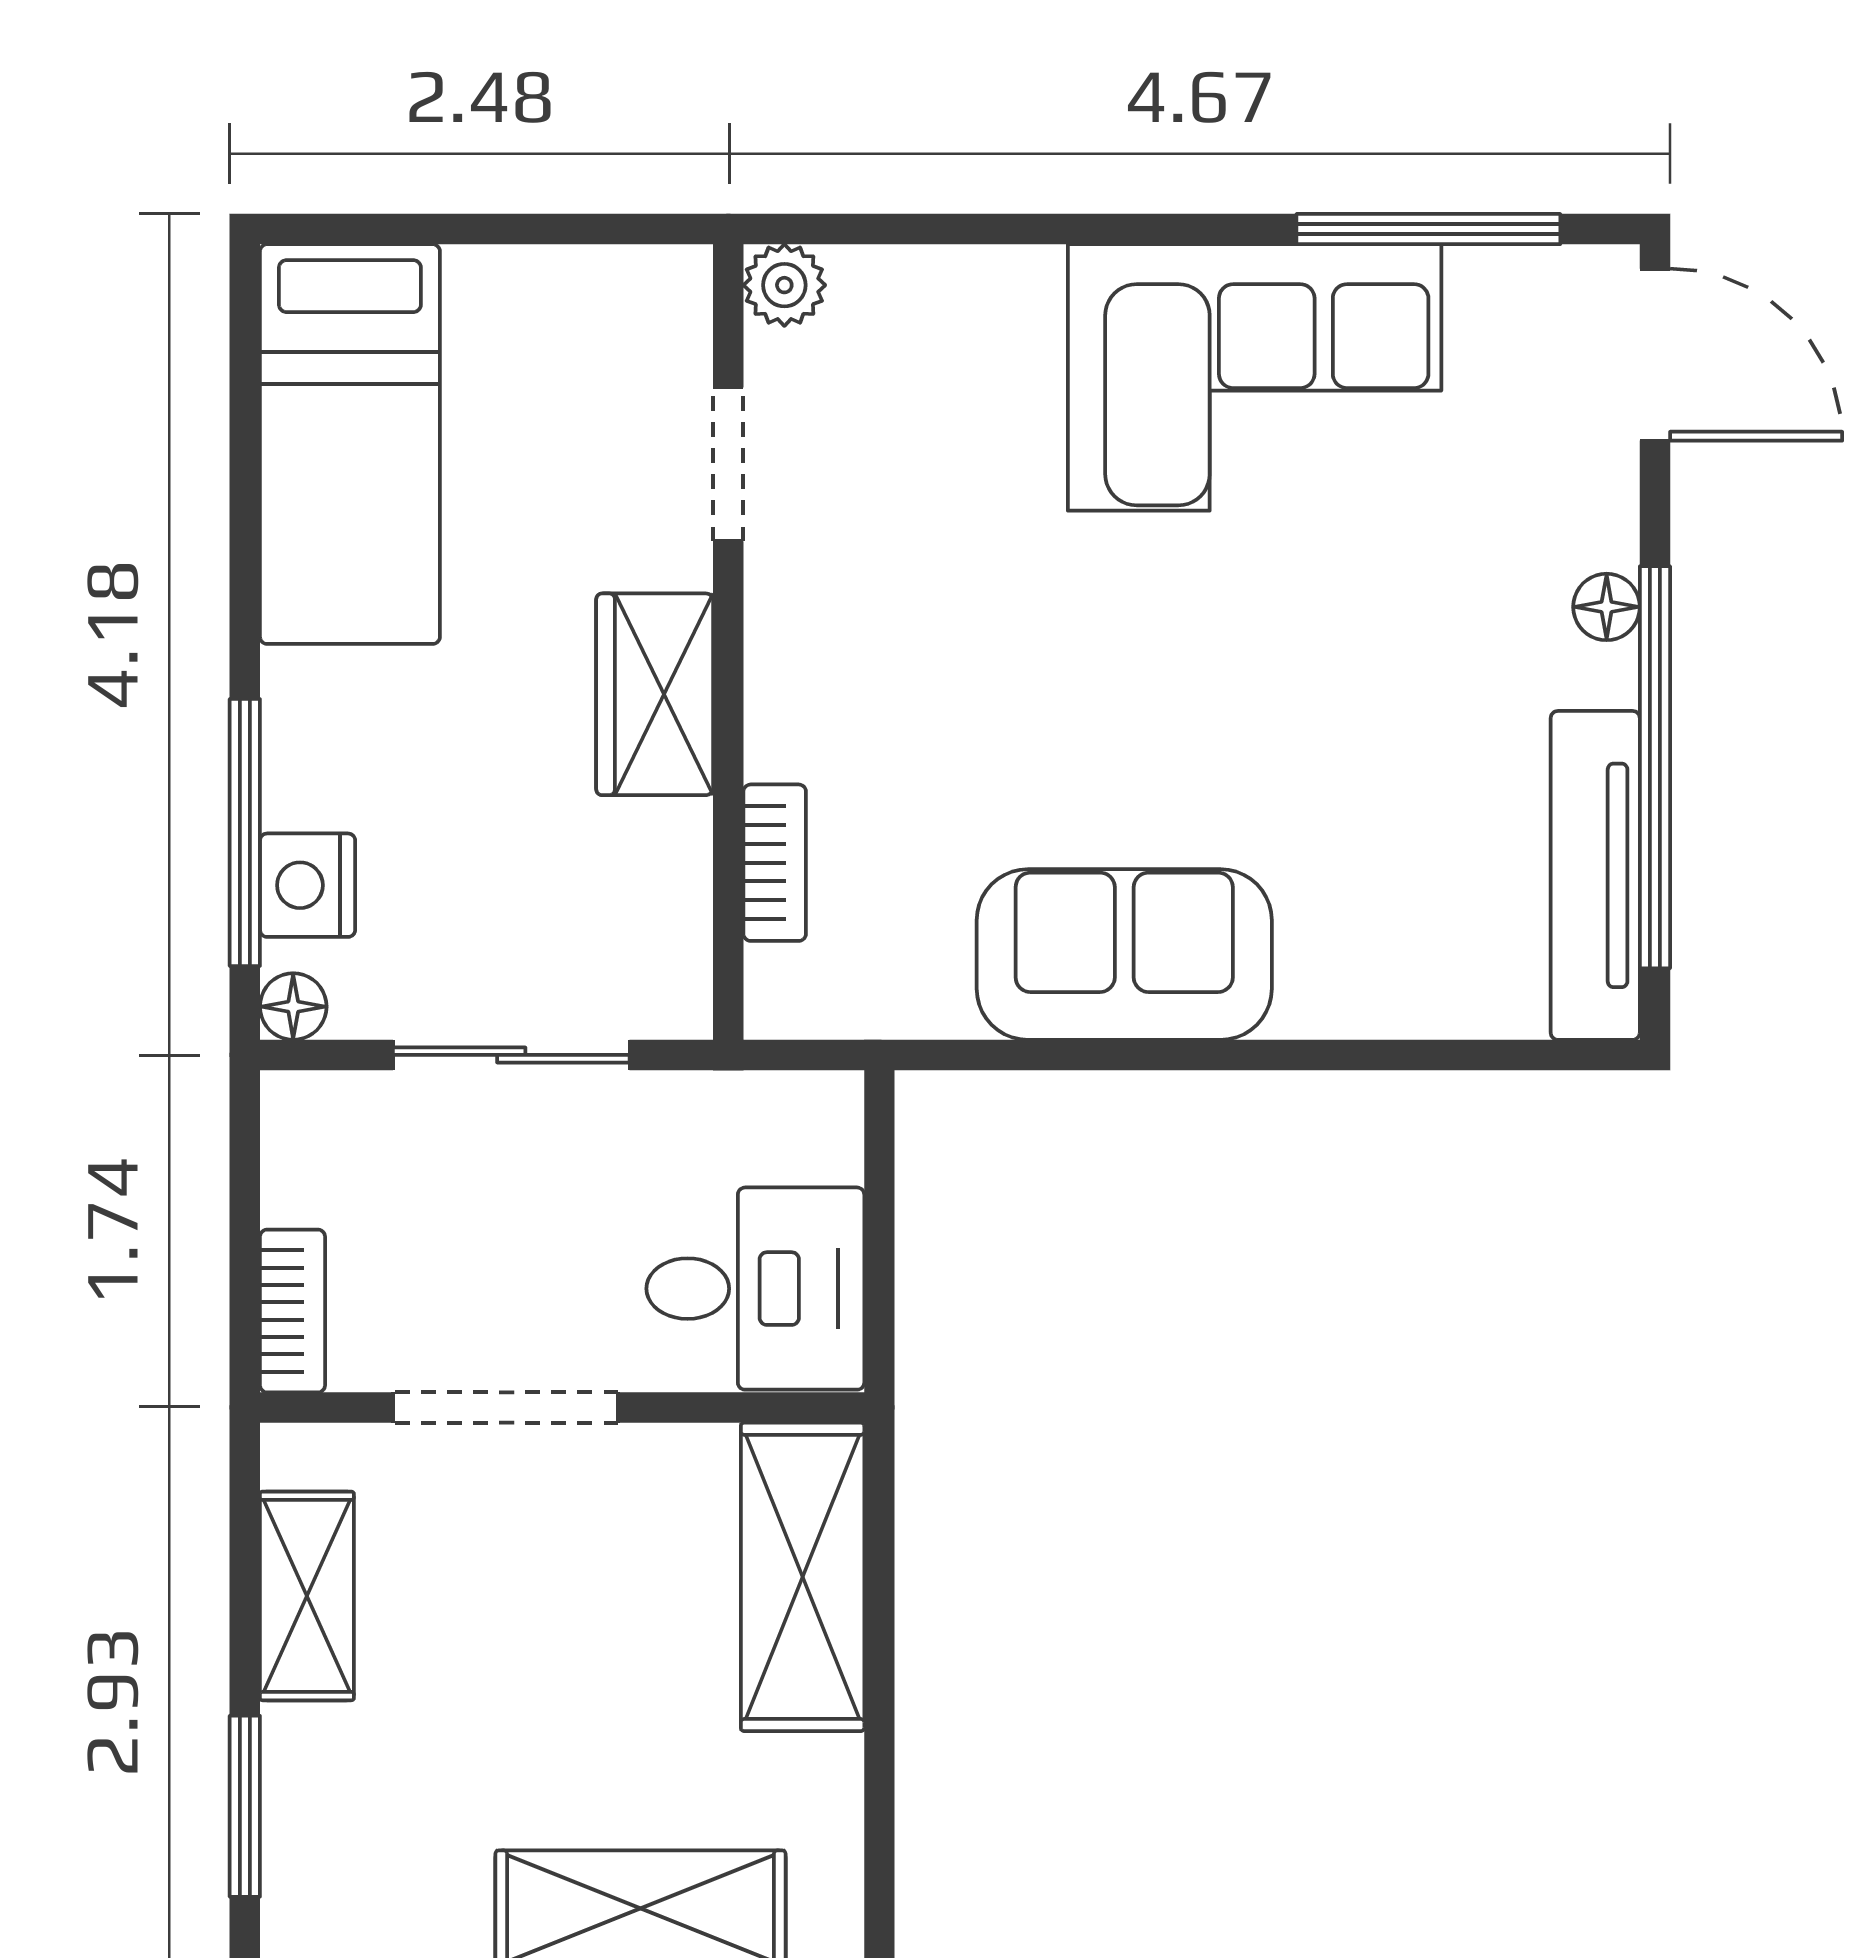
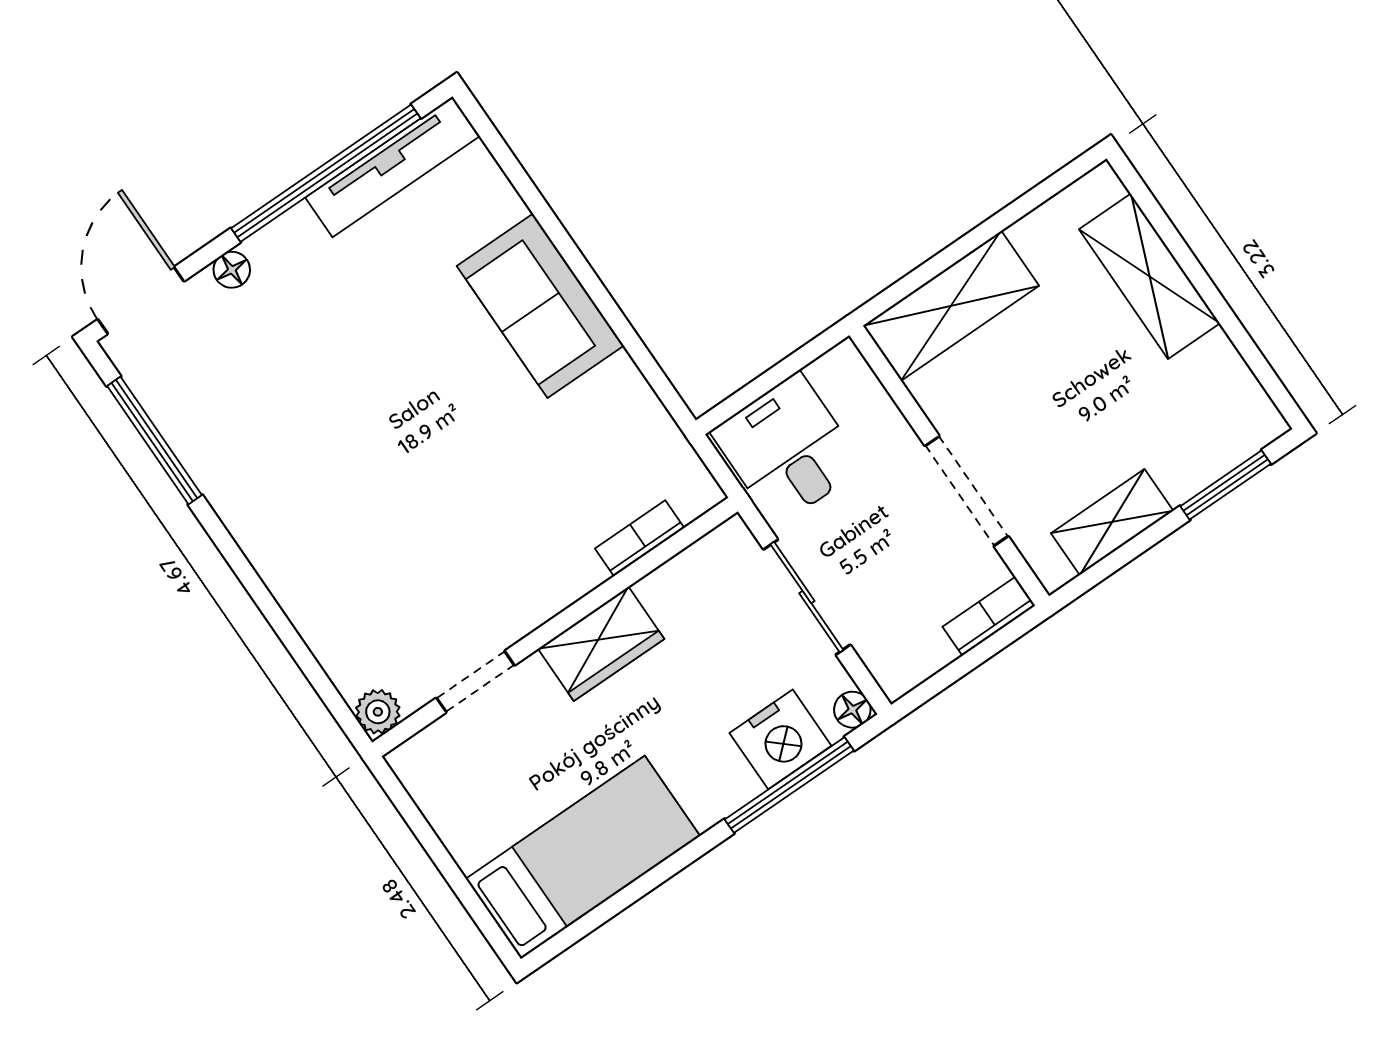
corner sofa: (1255, 377) -> (274, 473), removed
floor lamp: (1607, 607) -> (232, 270), moved
nightstand: (308, 885) -> (780, 739), width x1.36, depth x1.33
sofa: (1124, 955) -> (540, 306), moved
desk: (755, 1289) -> (788, 449), moved

